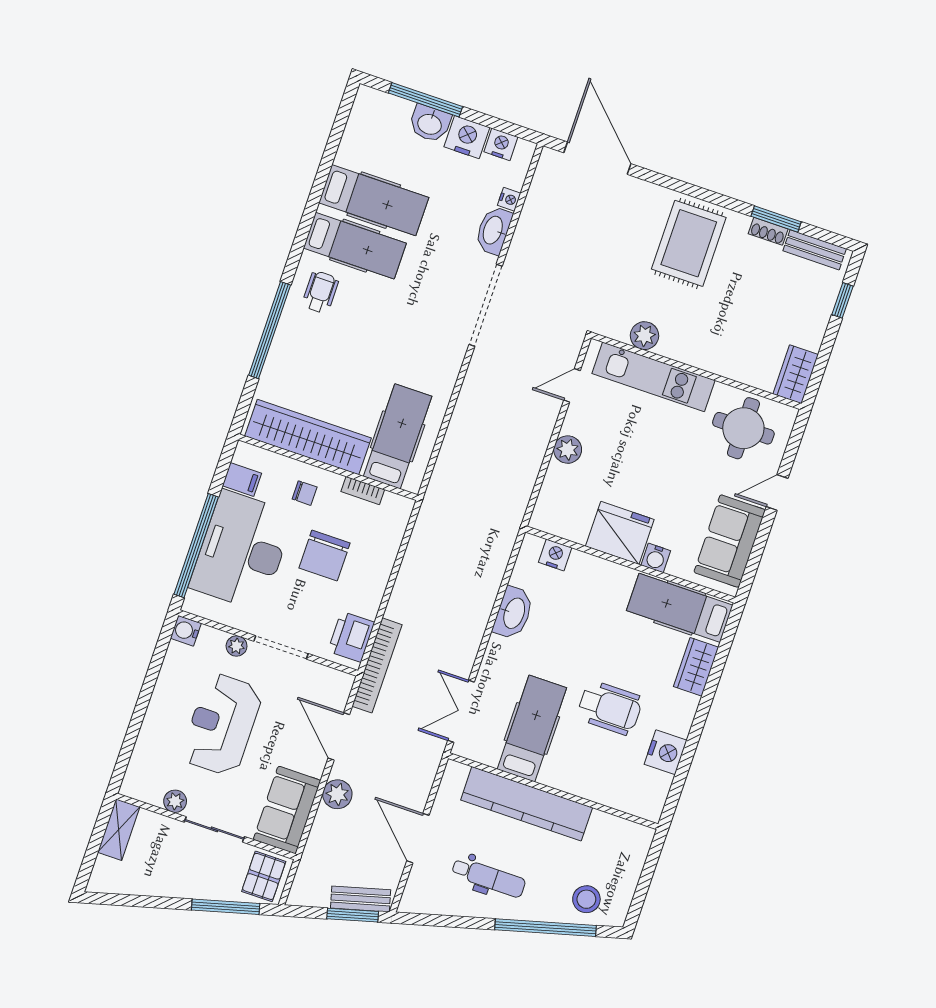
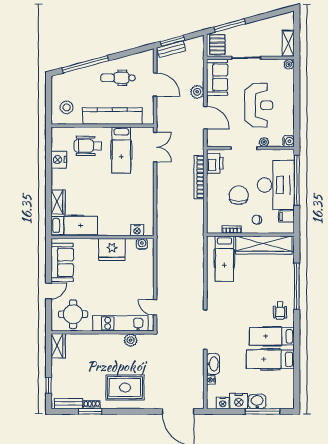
rug: (689, 243) -> (125, 388), turned 90
door: (572, 385) -> (155, 307), swing flipped
plant: (568, 450) -> (147, 278), removed
water cooler: (656, 558) -> (142, 244), moved
washbasin: (513, 613) -> (147, 198), removed
bookcase: (377, 665) -> (199, 177), moved
wheelchair: (610, 708) -> (88, 146), moved
plant: (175, 801) -> (289, 64), moved
stool: (586, 899) -> (67, 107), moved

